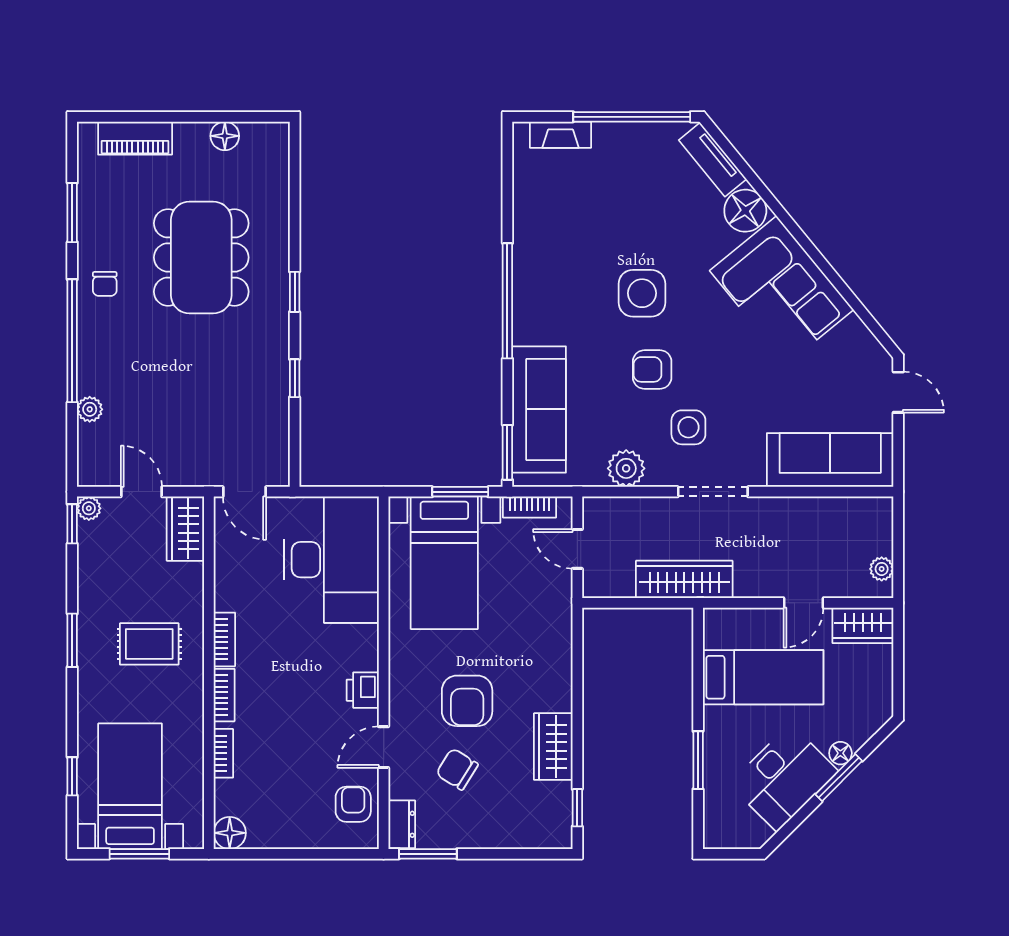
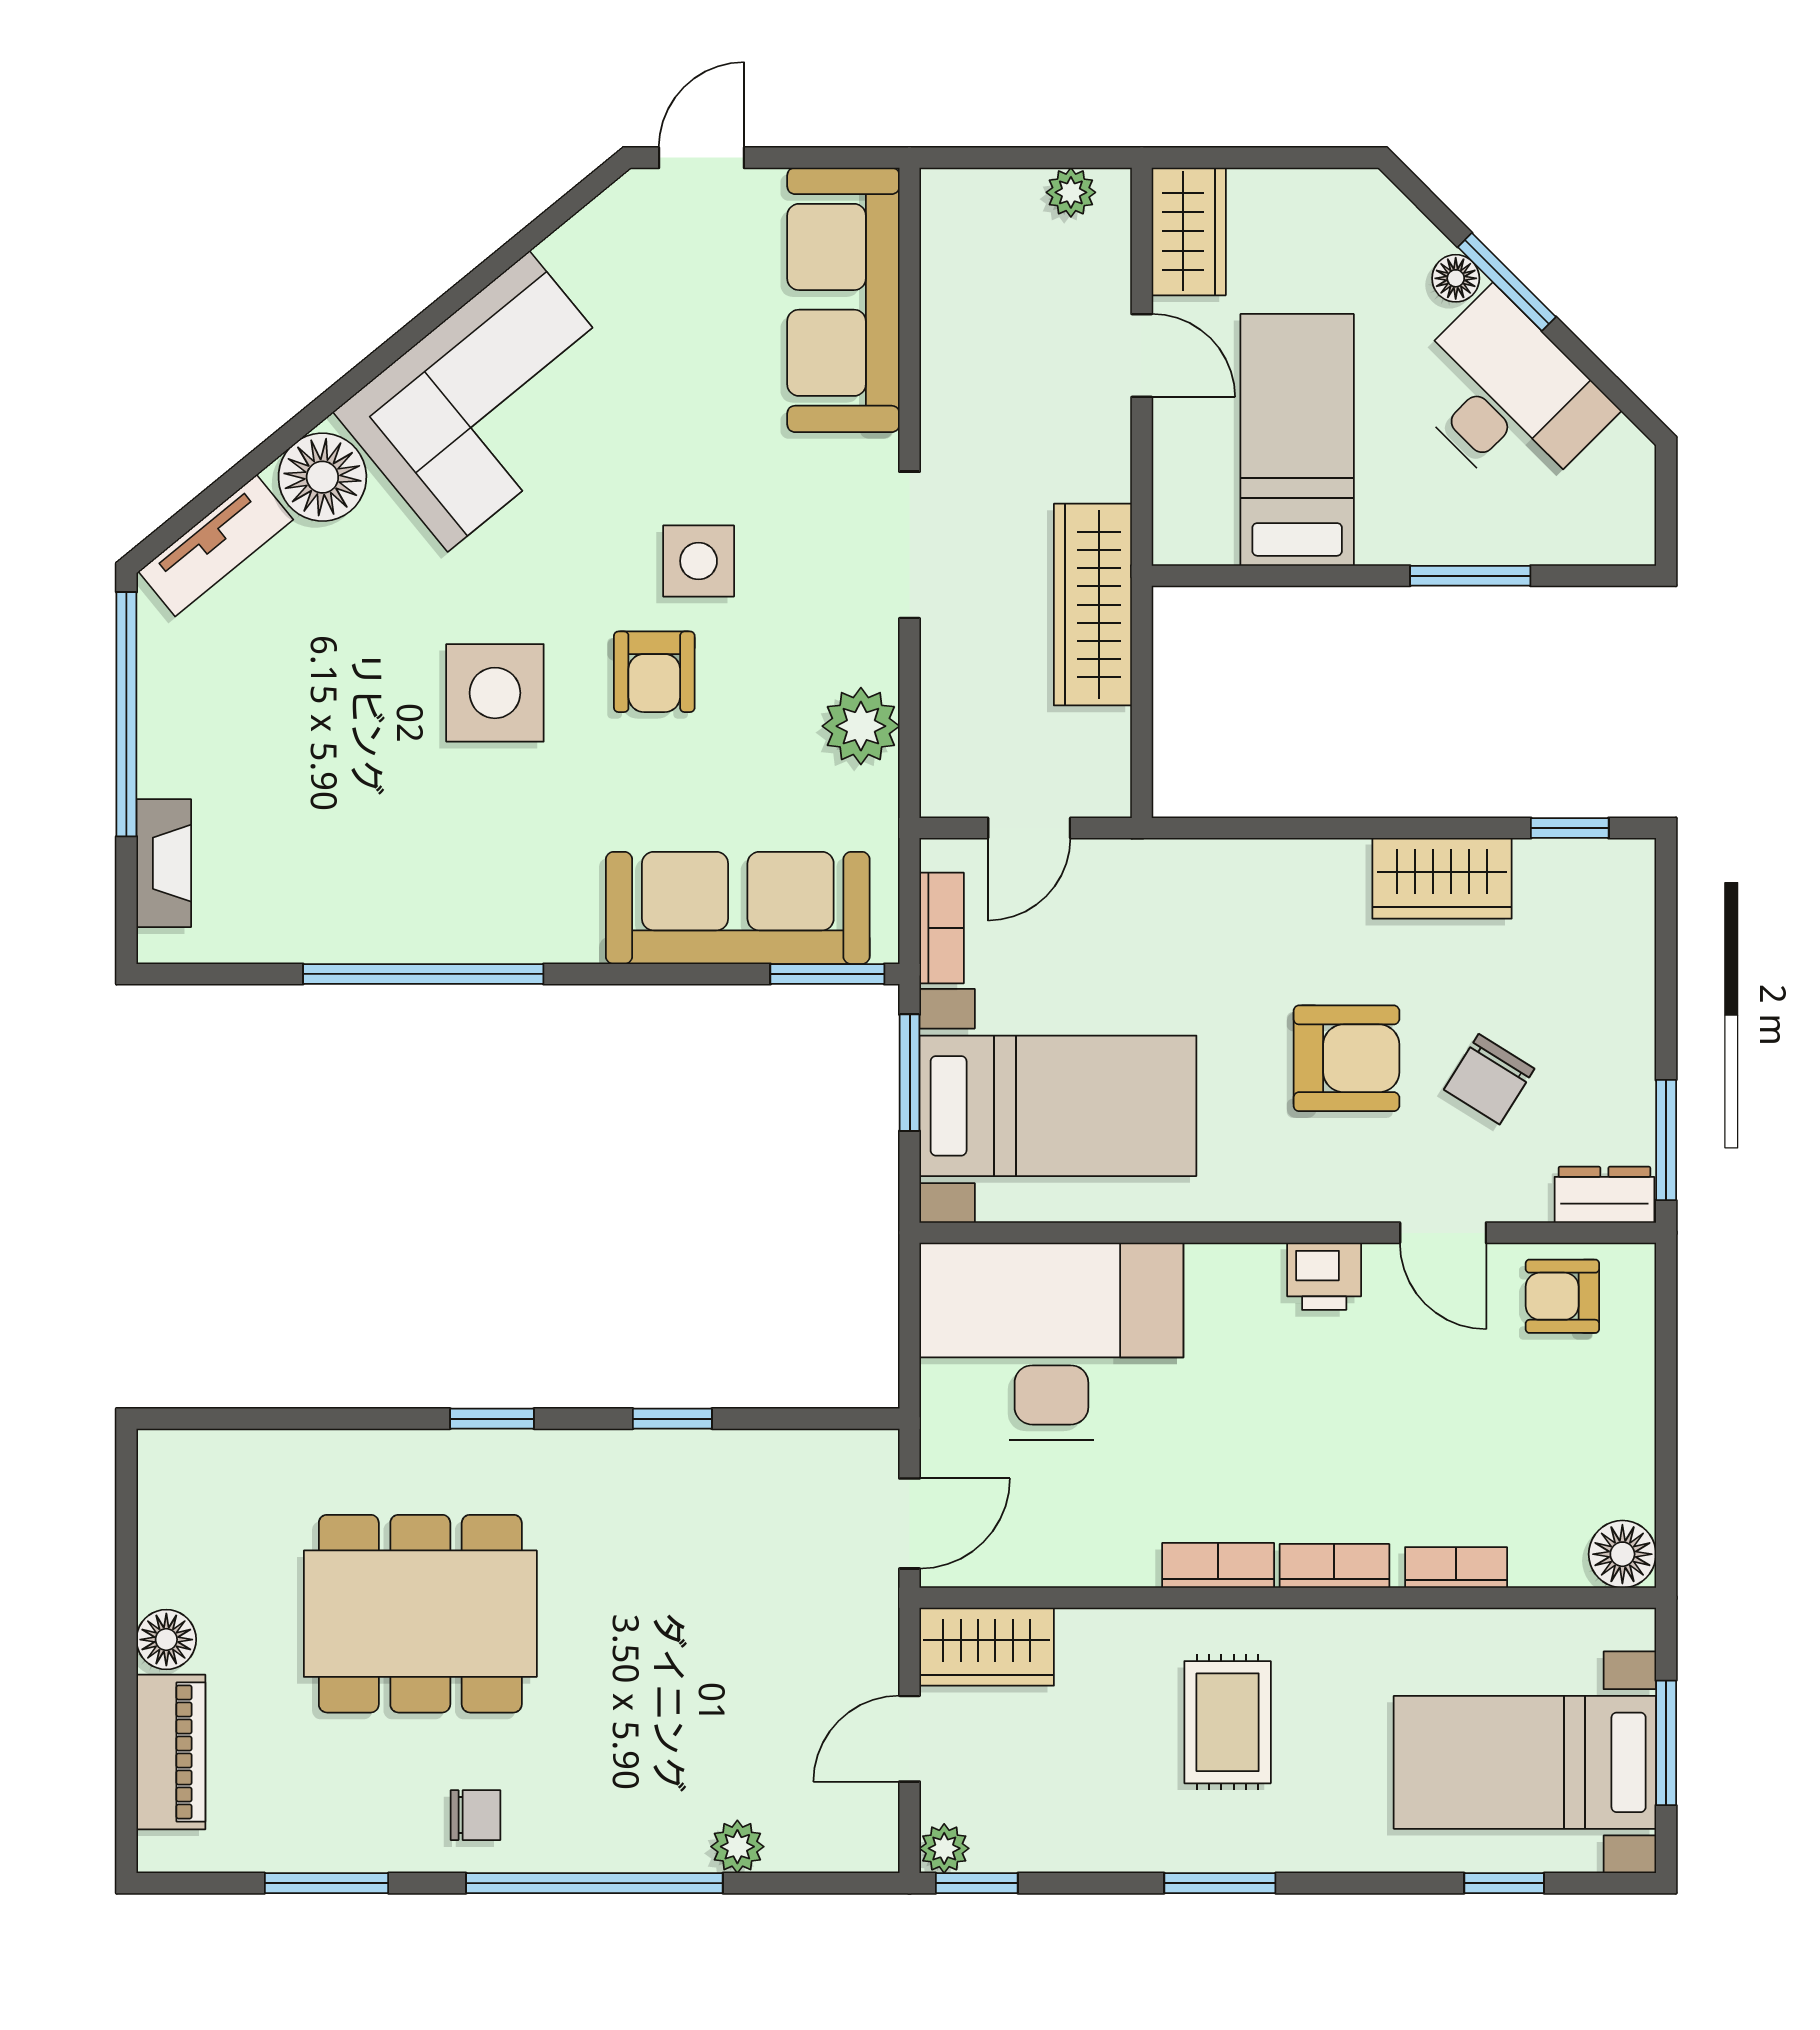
floor lamp: (225, 136) -> (166, 1640), moved
window: (507, 301) -> (423, 974), moved
side table: (688, 427) -> (699, 561), moved

